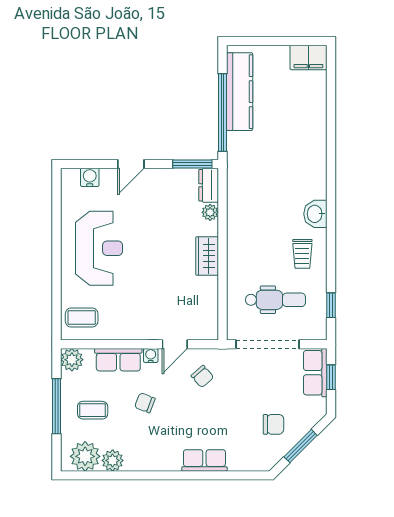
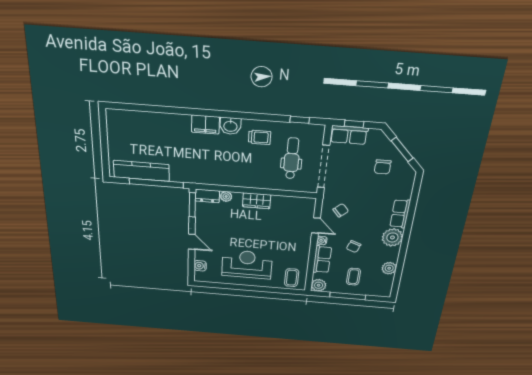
filing cabinet: (308, 57) -> (205, 125), moved, turned 90
chair: (273, 424) -> (383, 167), turned 180
plant: (85, 456) -> (392, 237), moved

